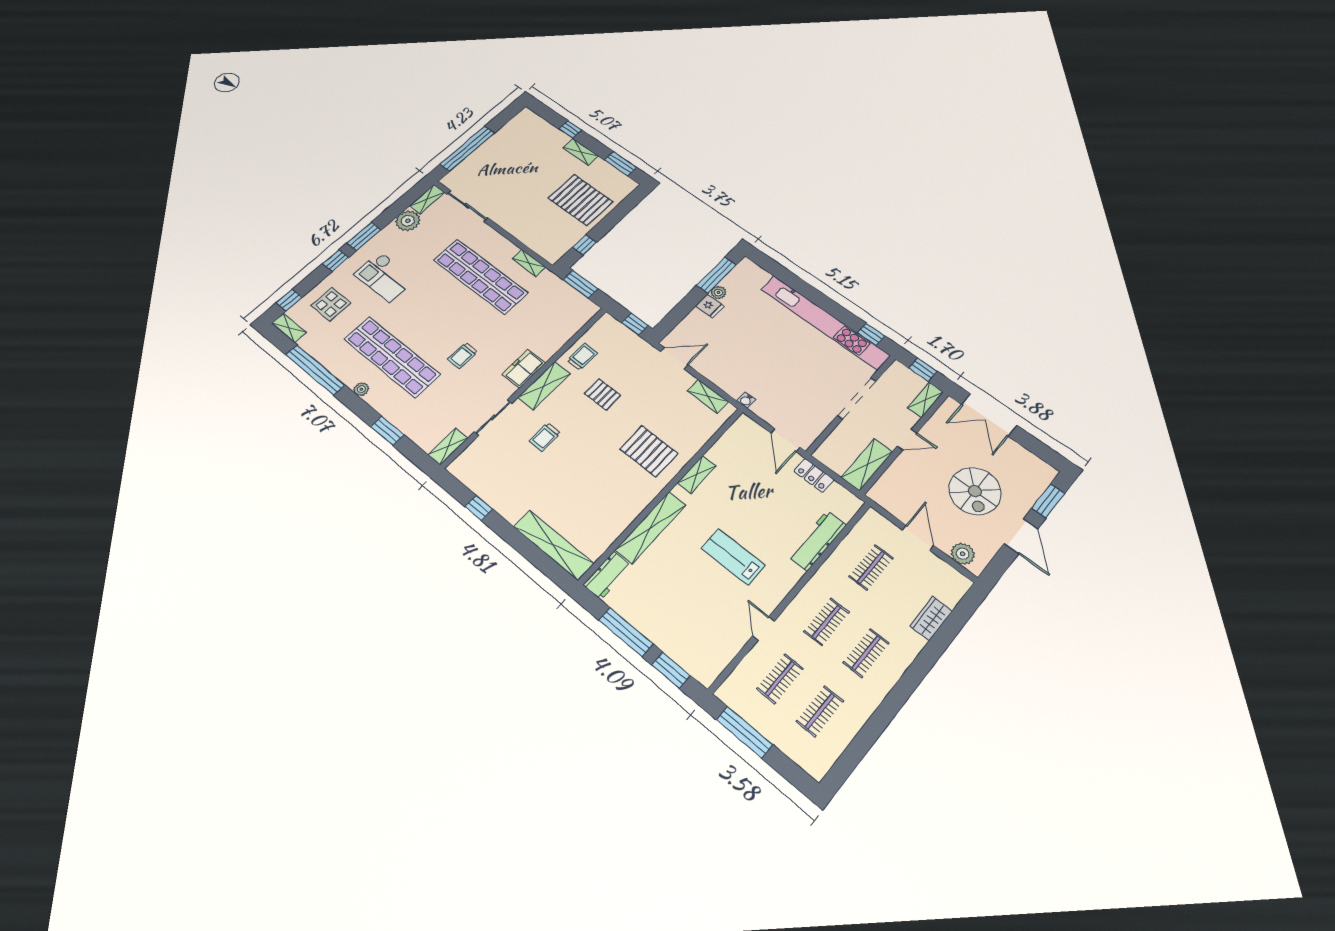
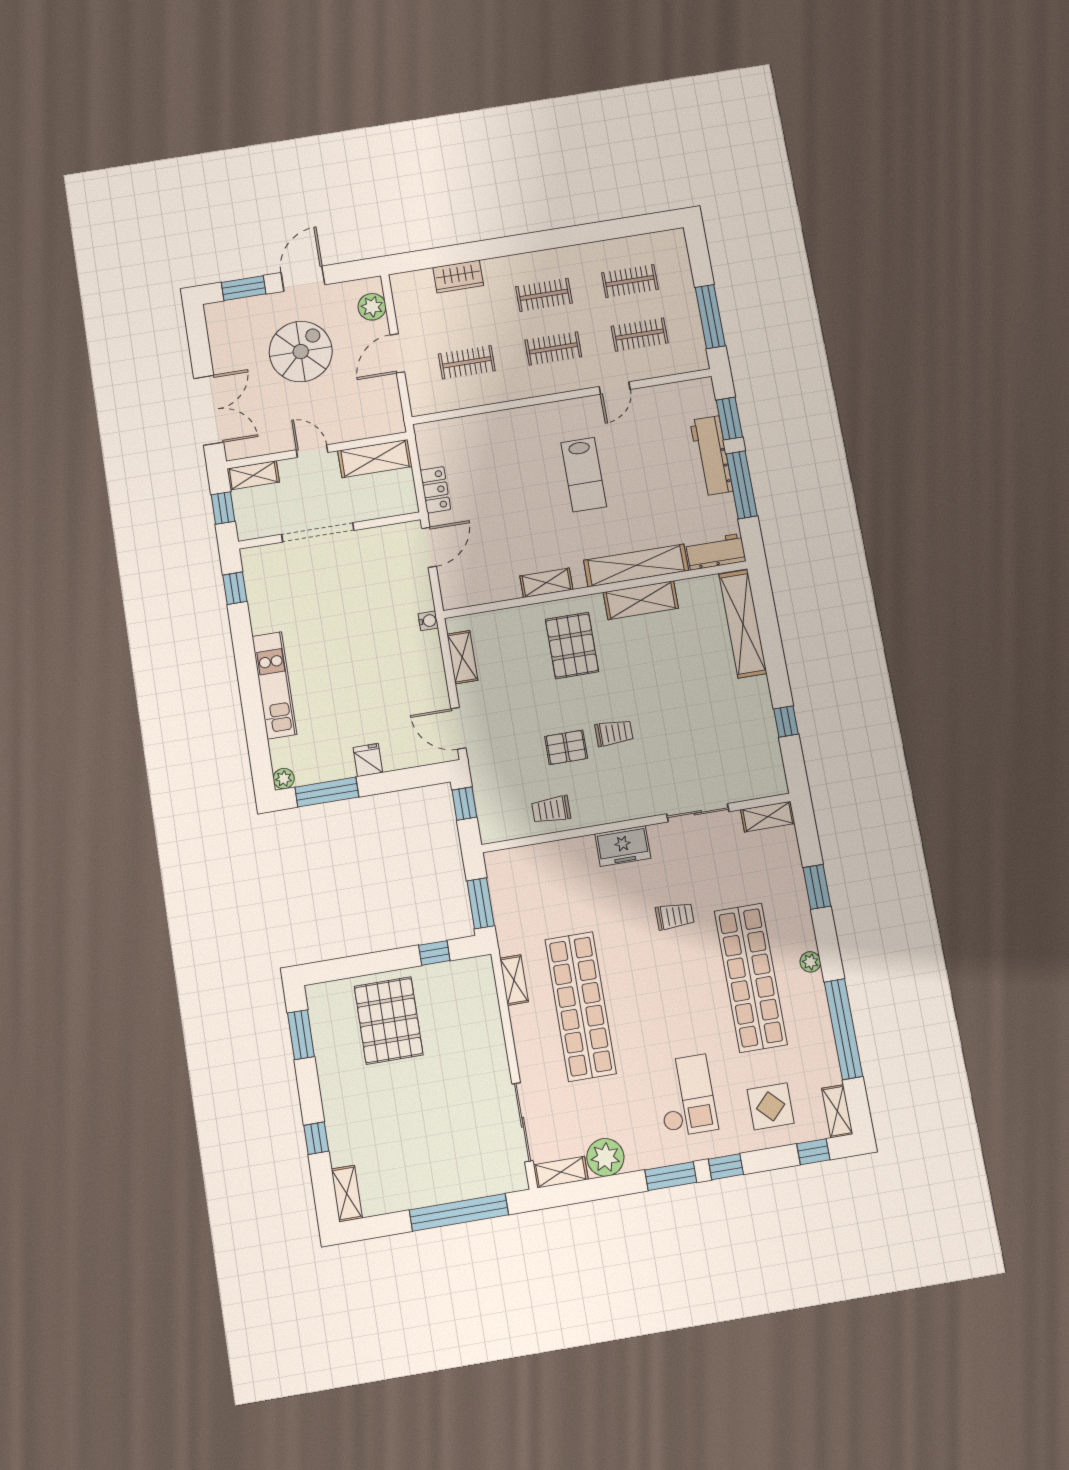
shelving: (581, 152) -> (347, 1194), moved
plant: (718, 293) -> (284, 779), moved
kitchen unit: (825, 322) -> (274, 685), width x0.54
shelving: (544, 386) -> (641, 600), moved
pallet: (603, 394) -> (566, 747), turned 90
trolley: (545, 437) -> (614, 733), moved
workbench: (817, 541) -> (711, 456), moved, turned 90

